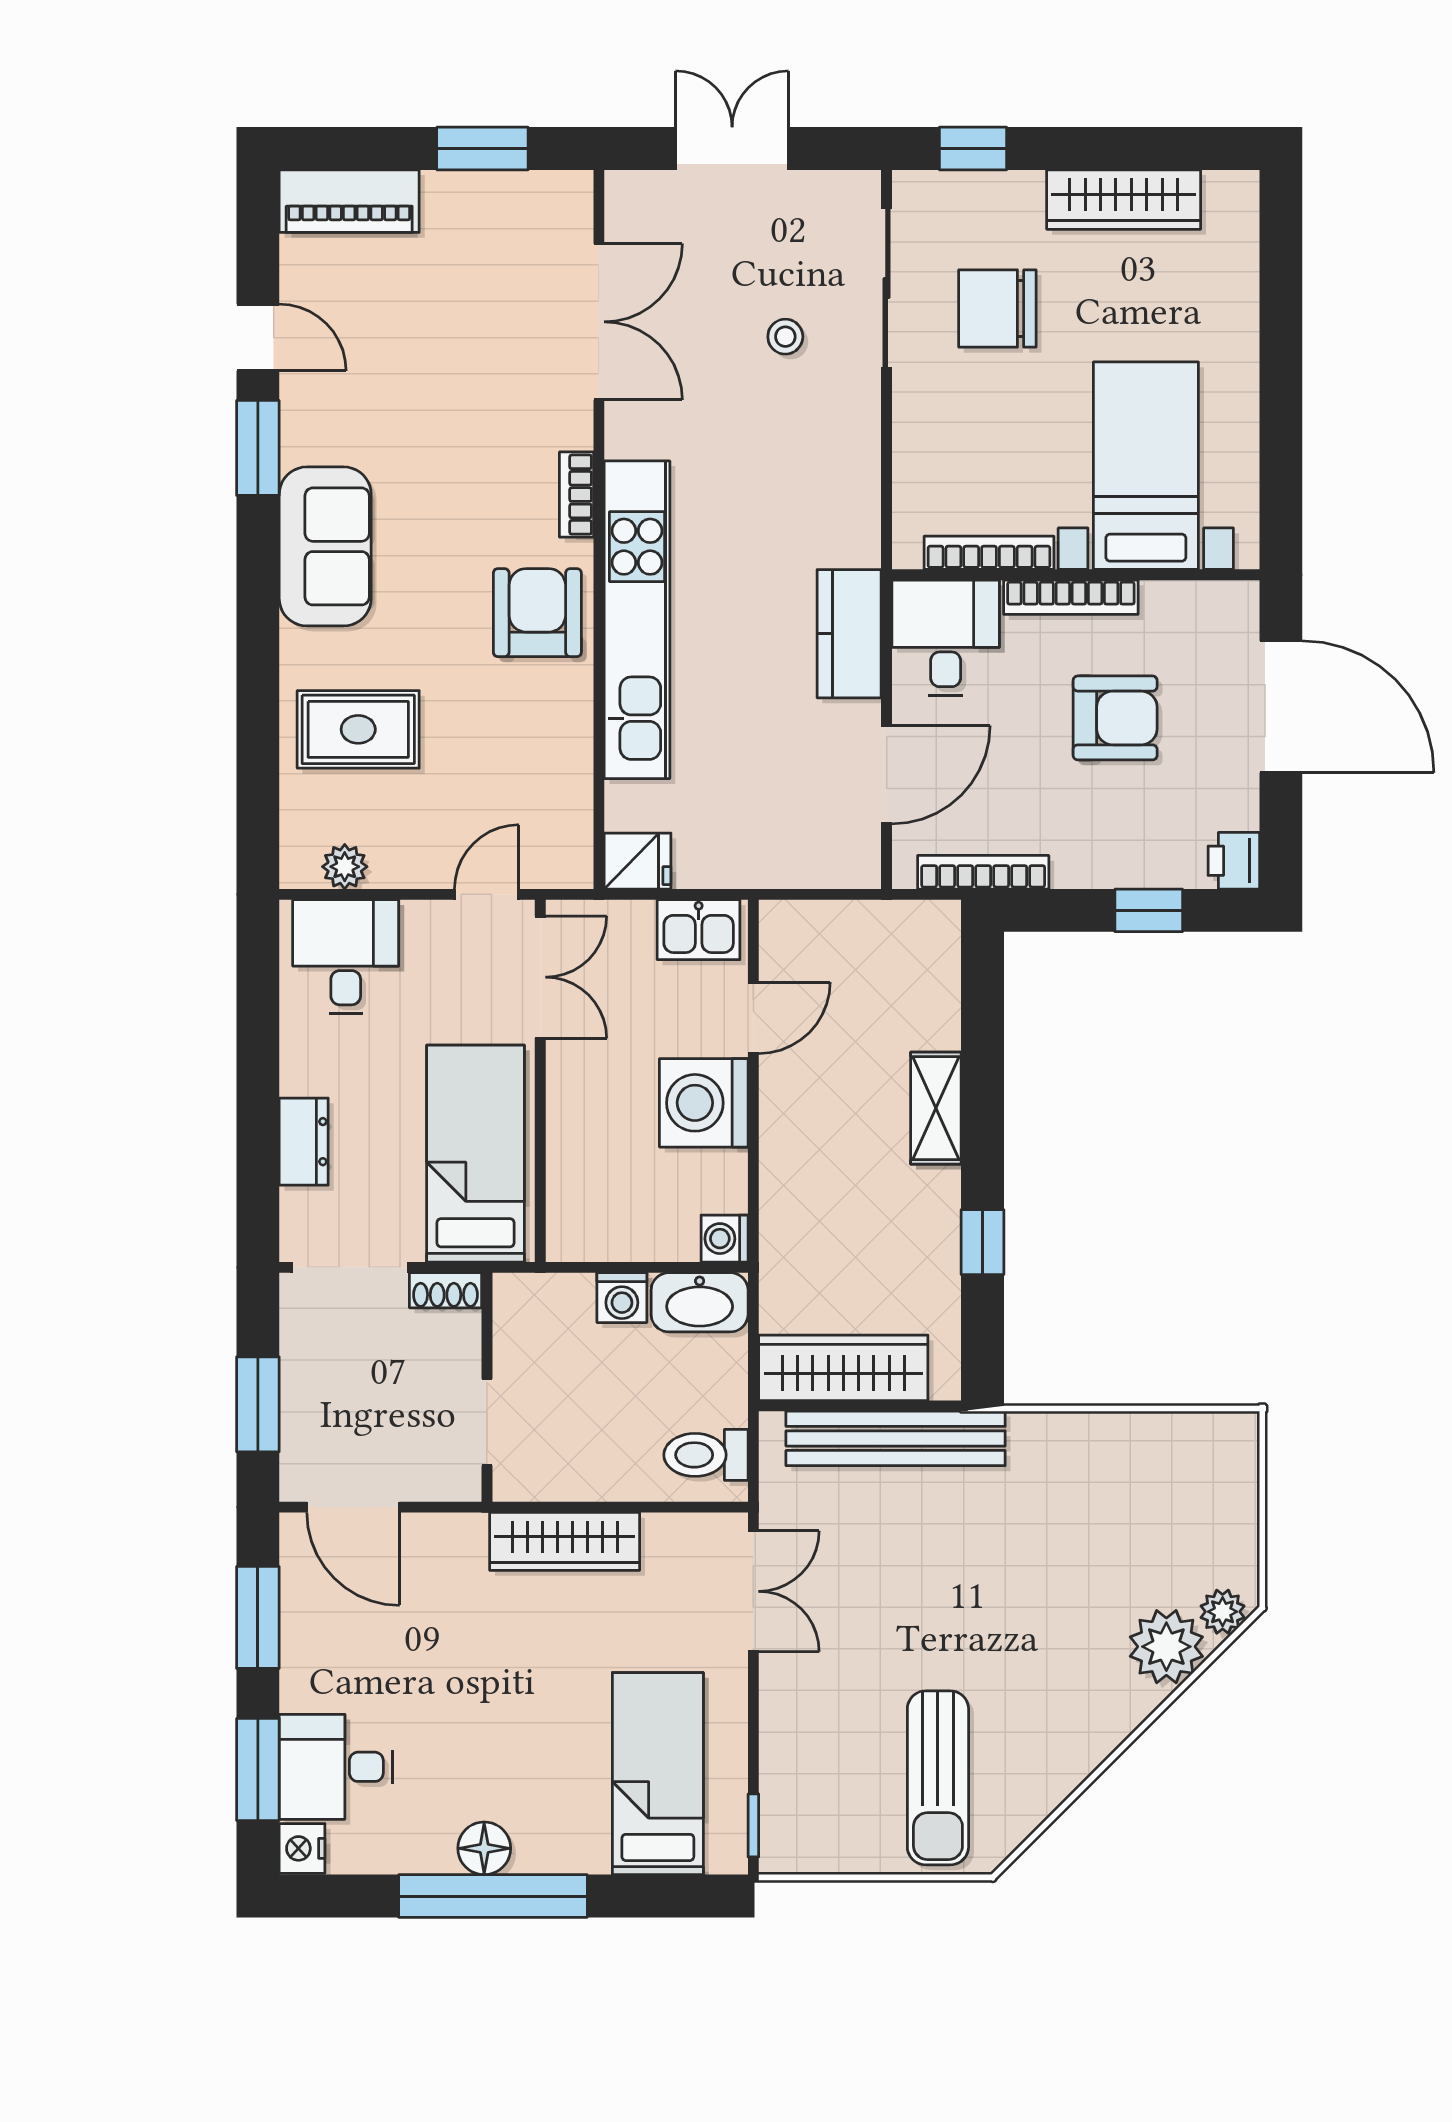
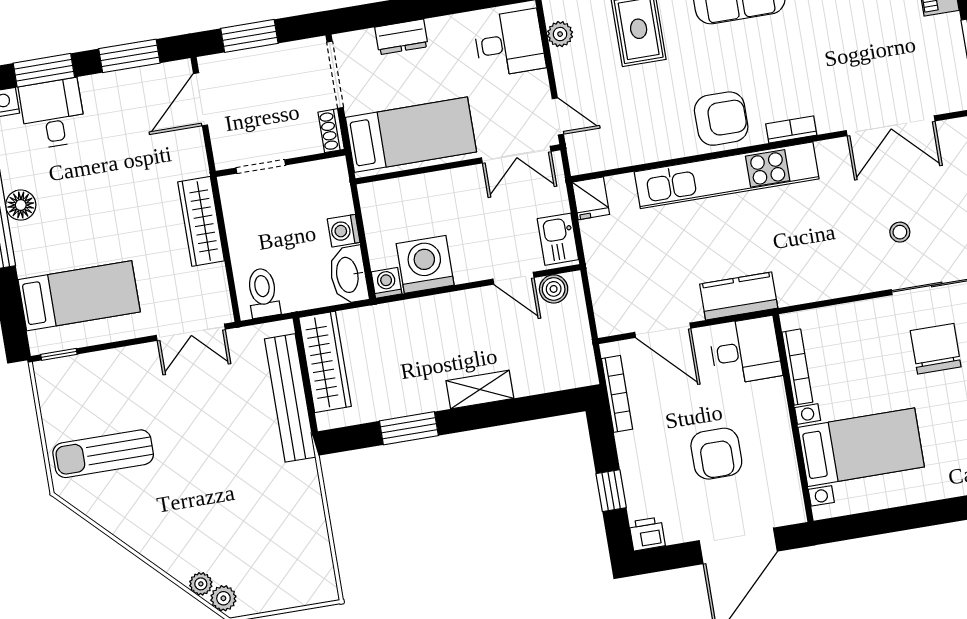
bookcase: (1071, 597) -> (780, 417), removed
boiler: (783, 952) -> (554, 289), added
washing machine: (704, 1103) -> (425, 264), moved
window: (982, 1242) -> (409, 428), width x1.50
plant: (1166, 1647) -> (201, 584), width x0.53, depth x0.53

